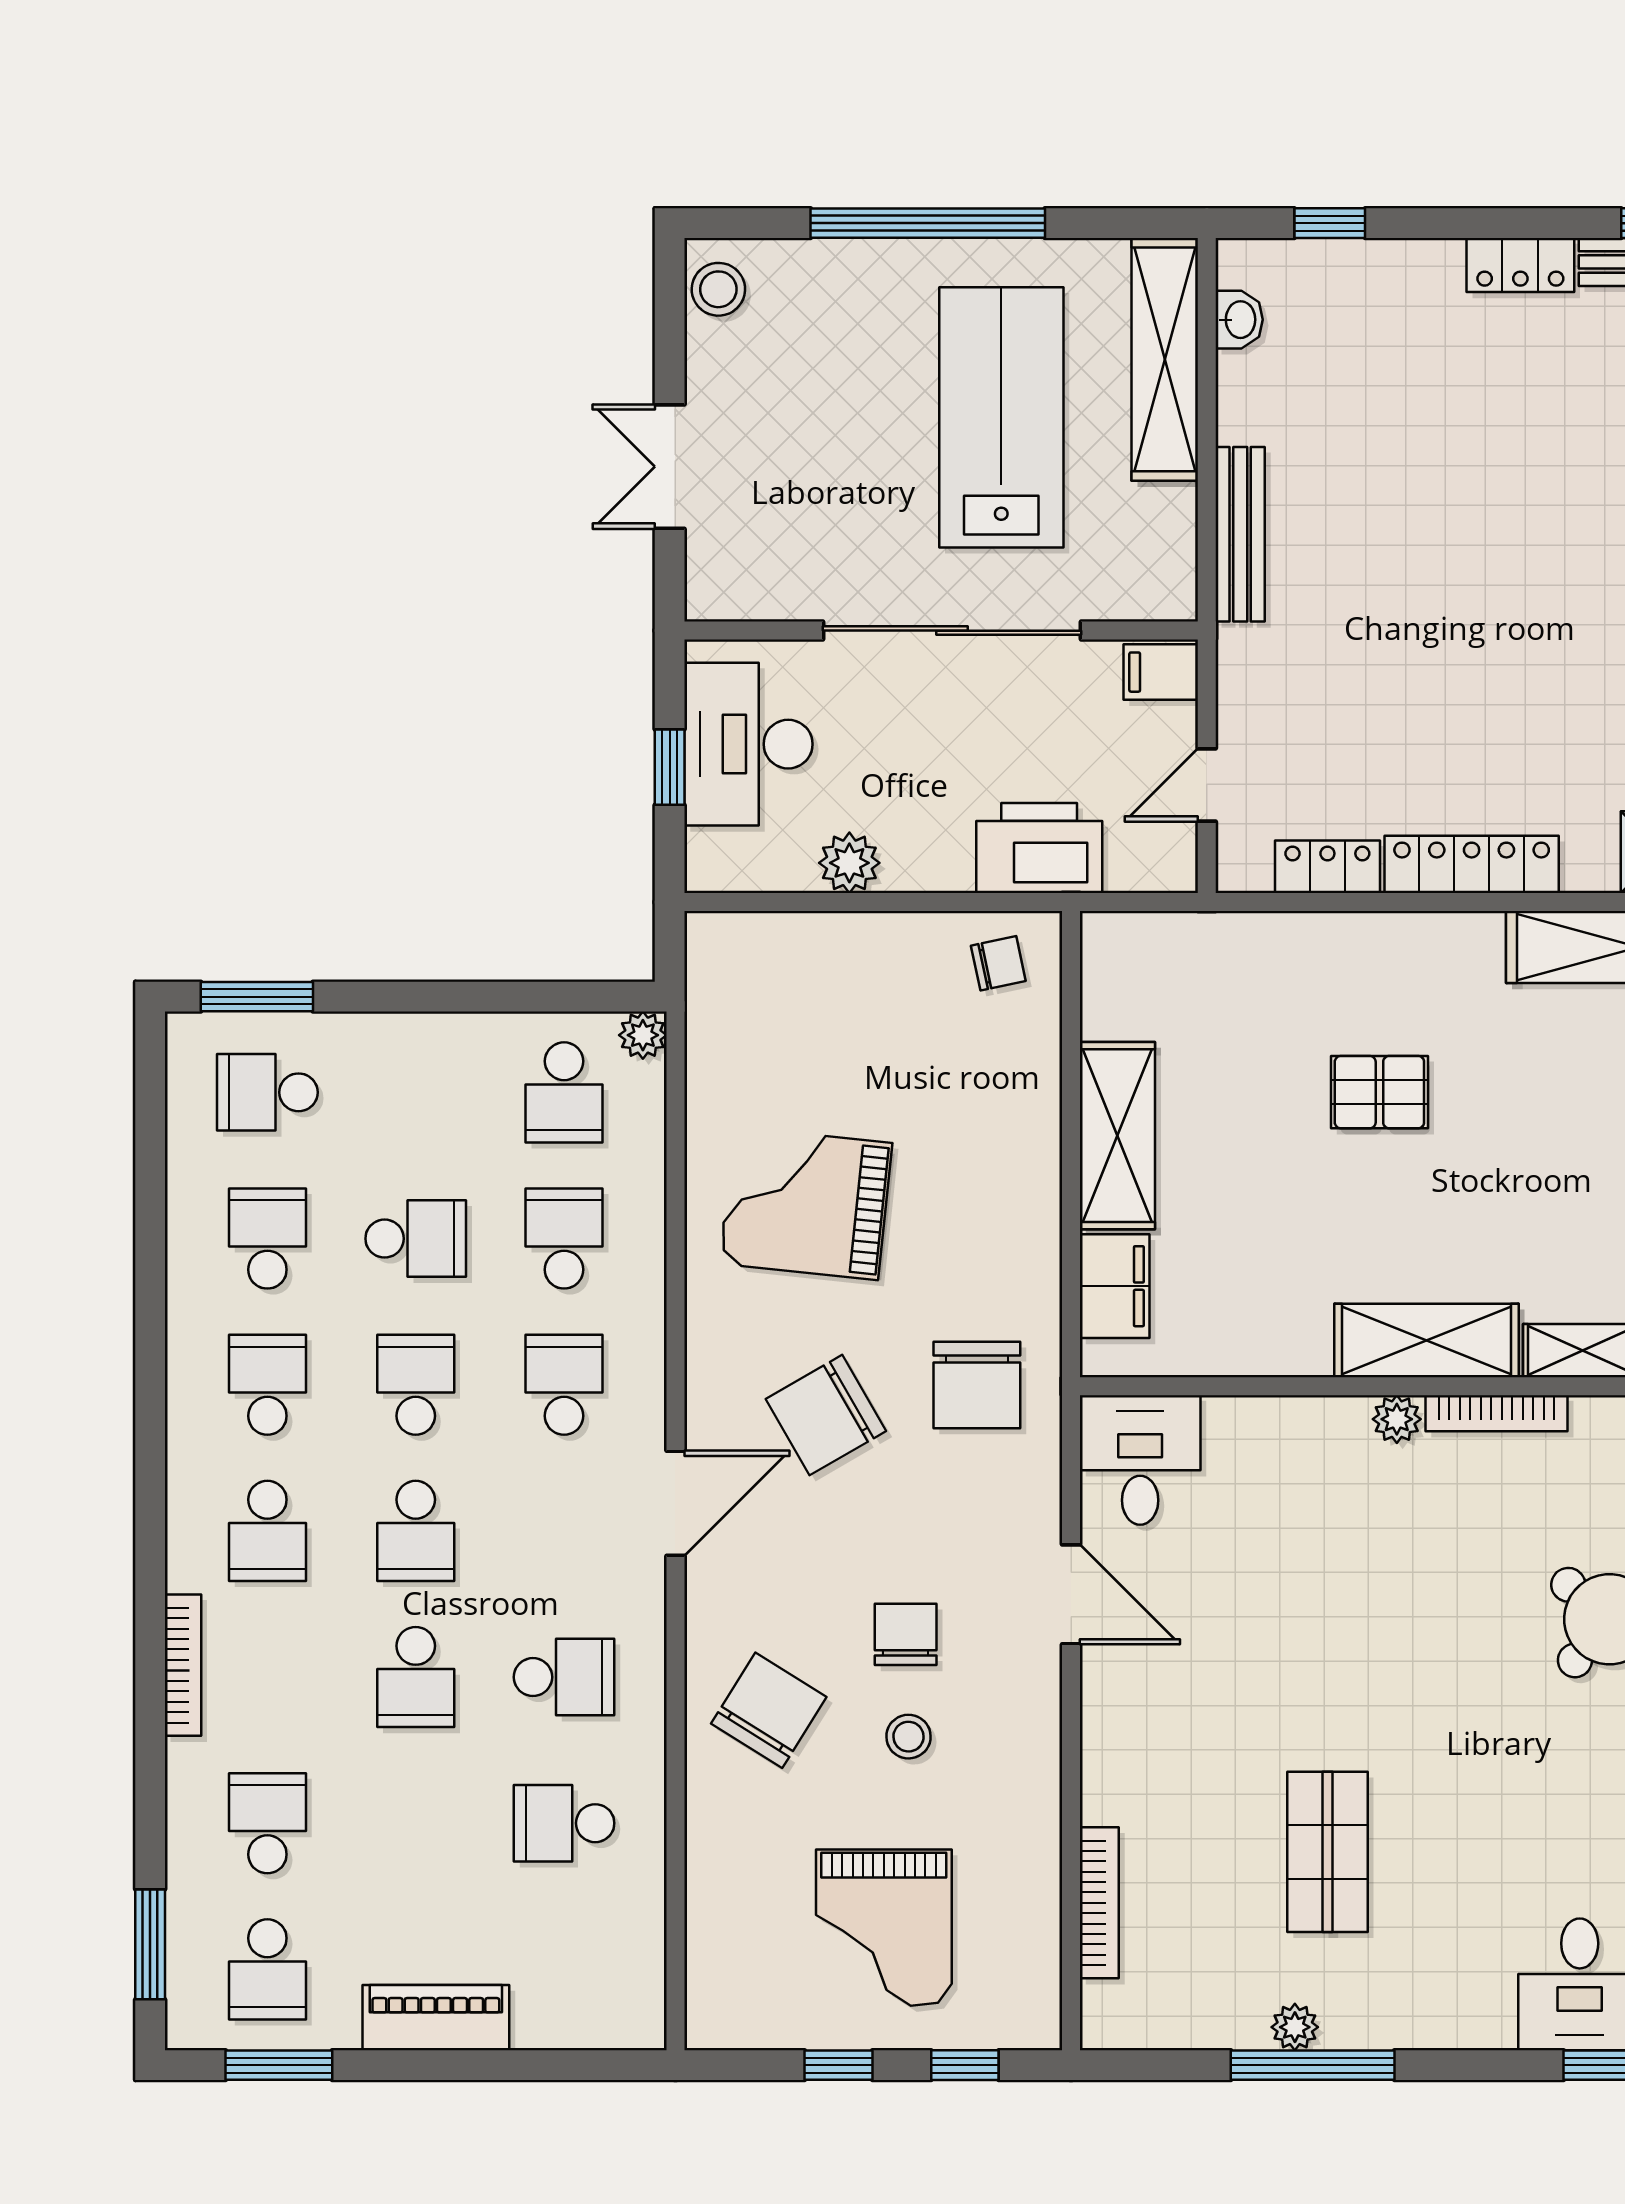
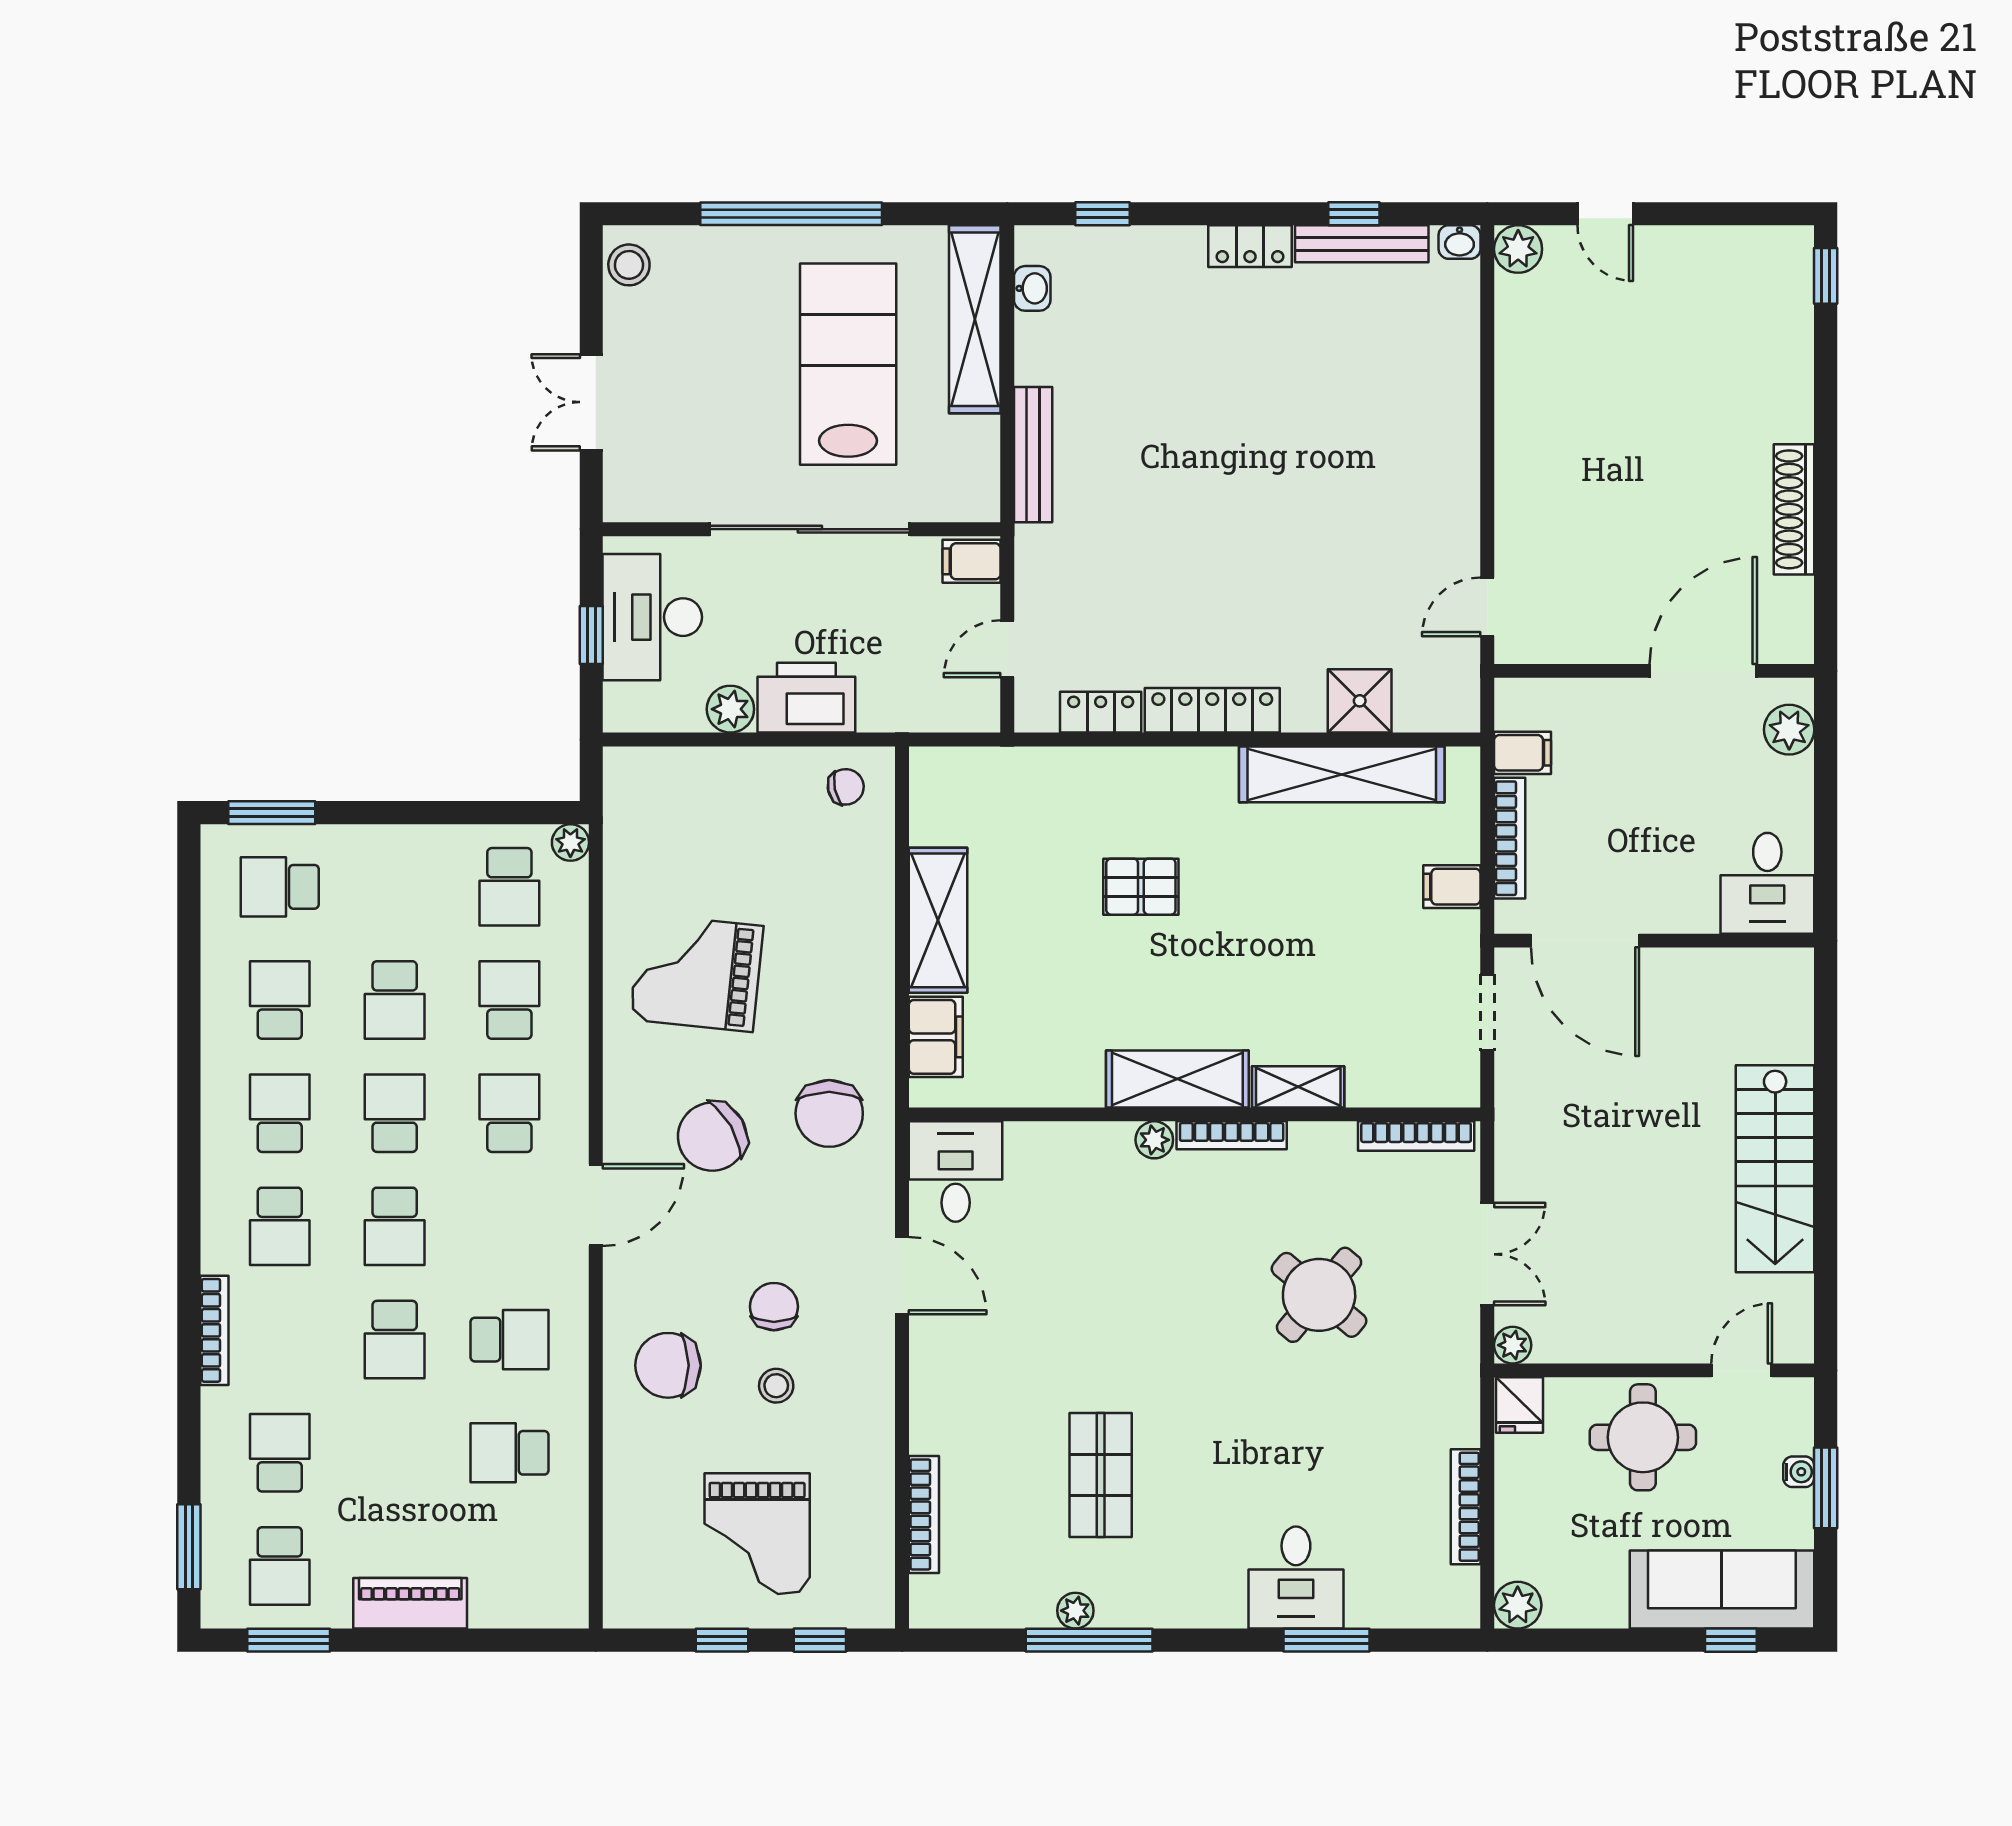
printer: (1039, 848) -> (806, 698), moved
school desk: (416, 1239) -> (395, 1000), turned 90
chair: (769, 1710) -> (668, 1365), turned -122

